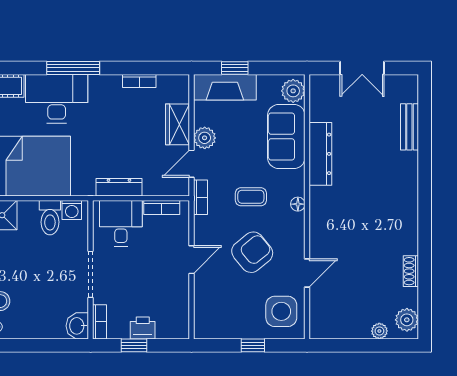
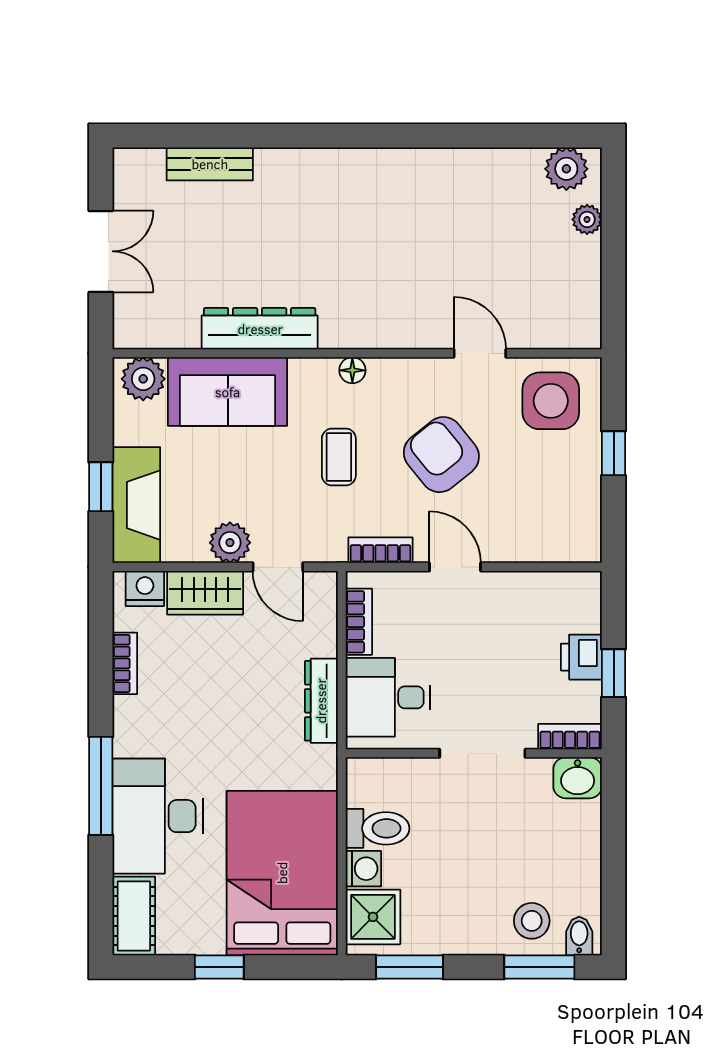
nightstand: (180, 92) -> (145, 588), added
bookcase: (200, 197) -> (380, 550), moved
washing machine: (72, 210) -> (363, 869), moved
shoe rack: (411, 271) -> (476, 161), removed

